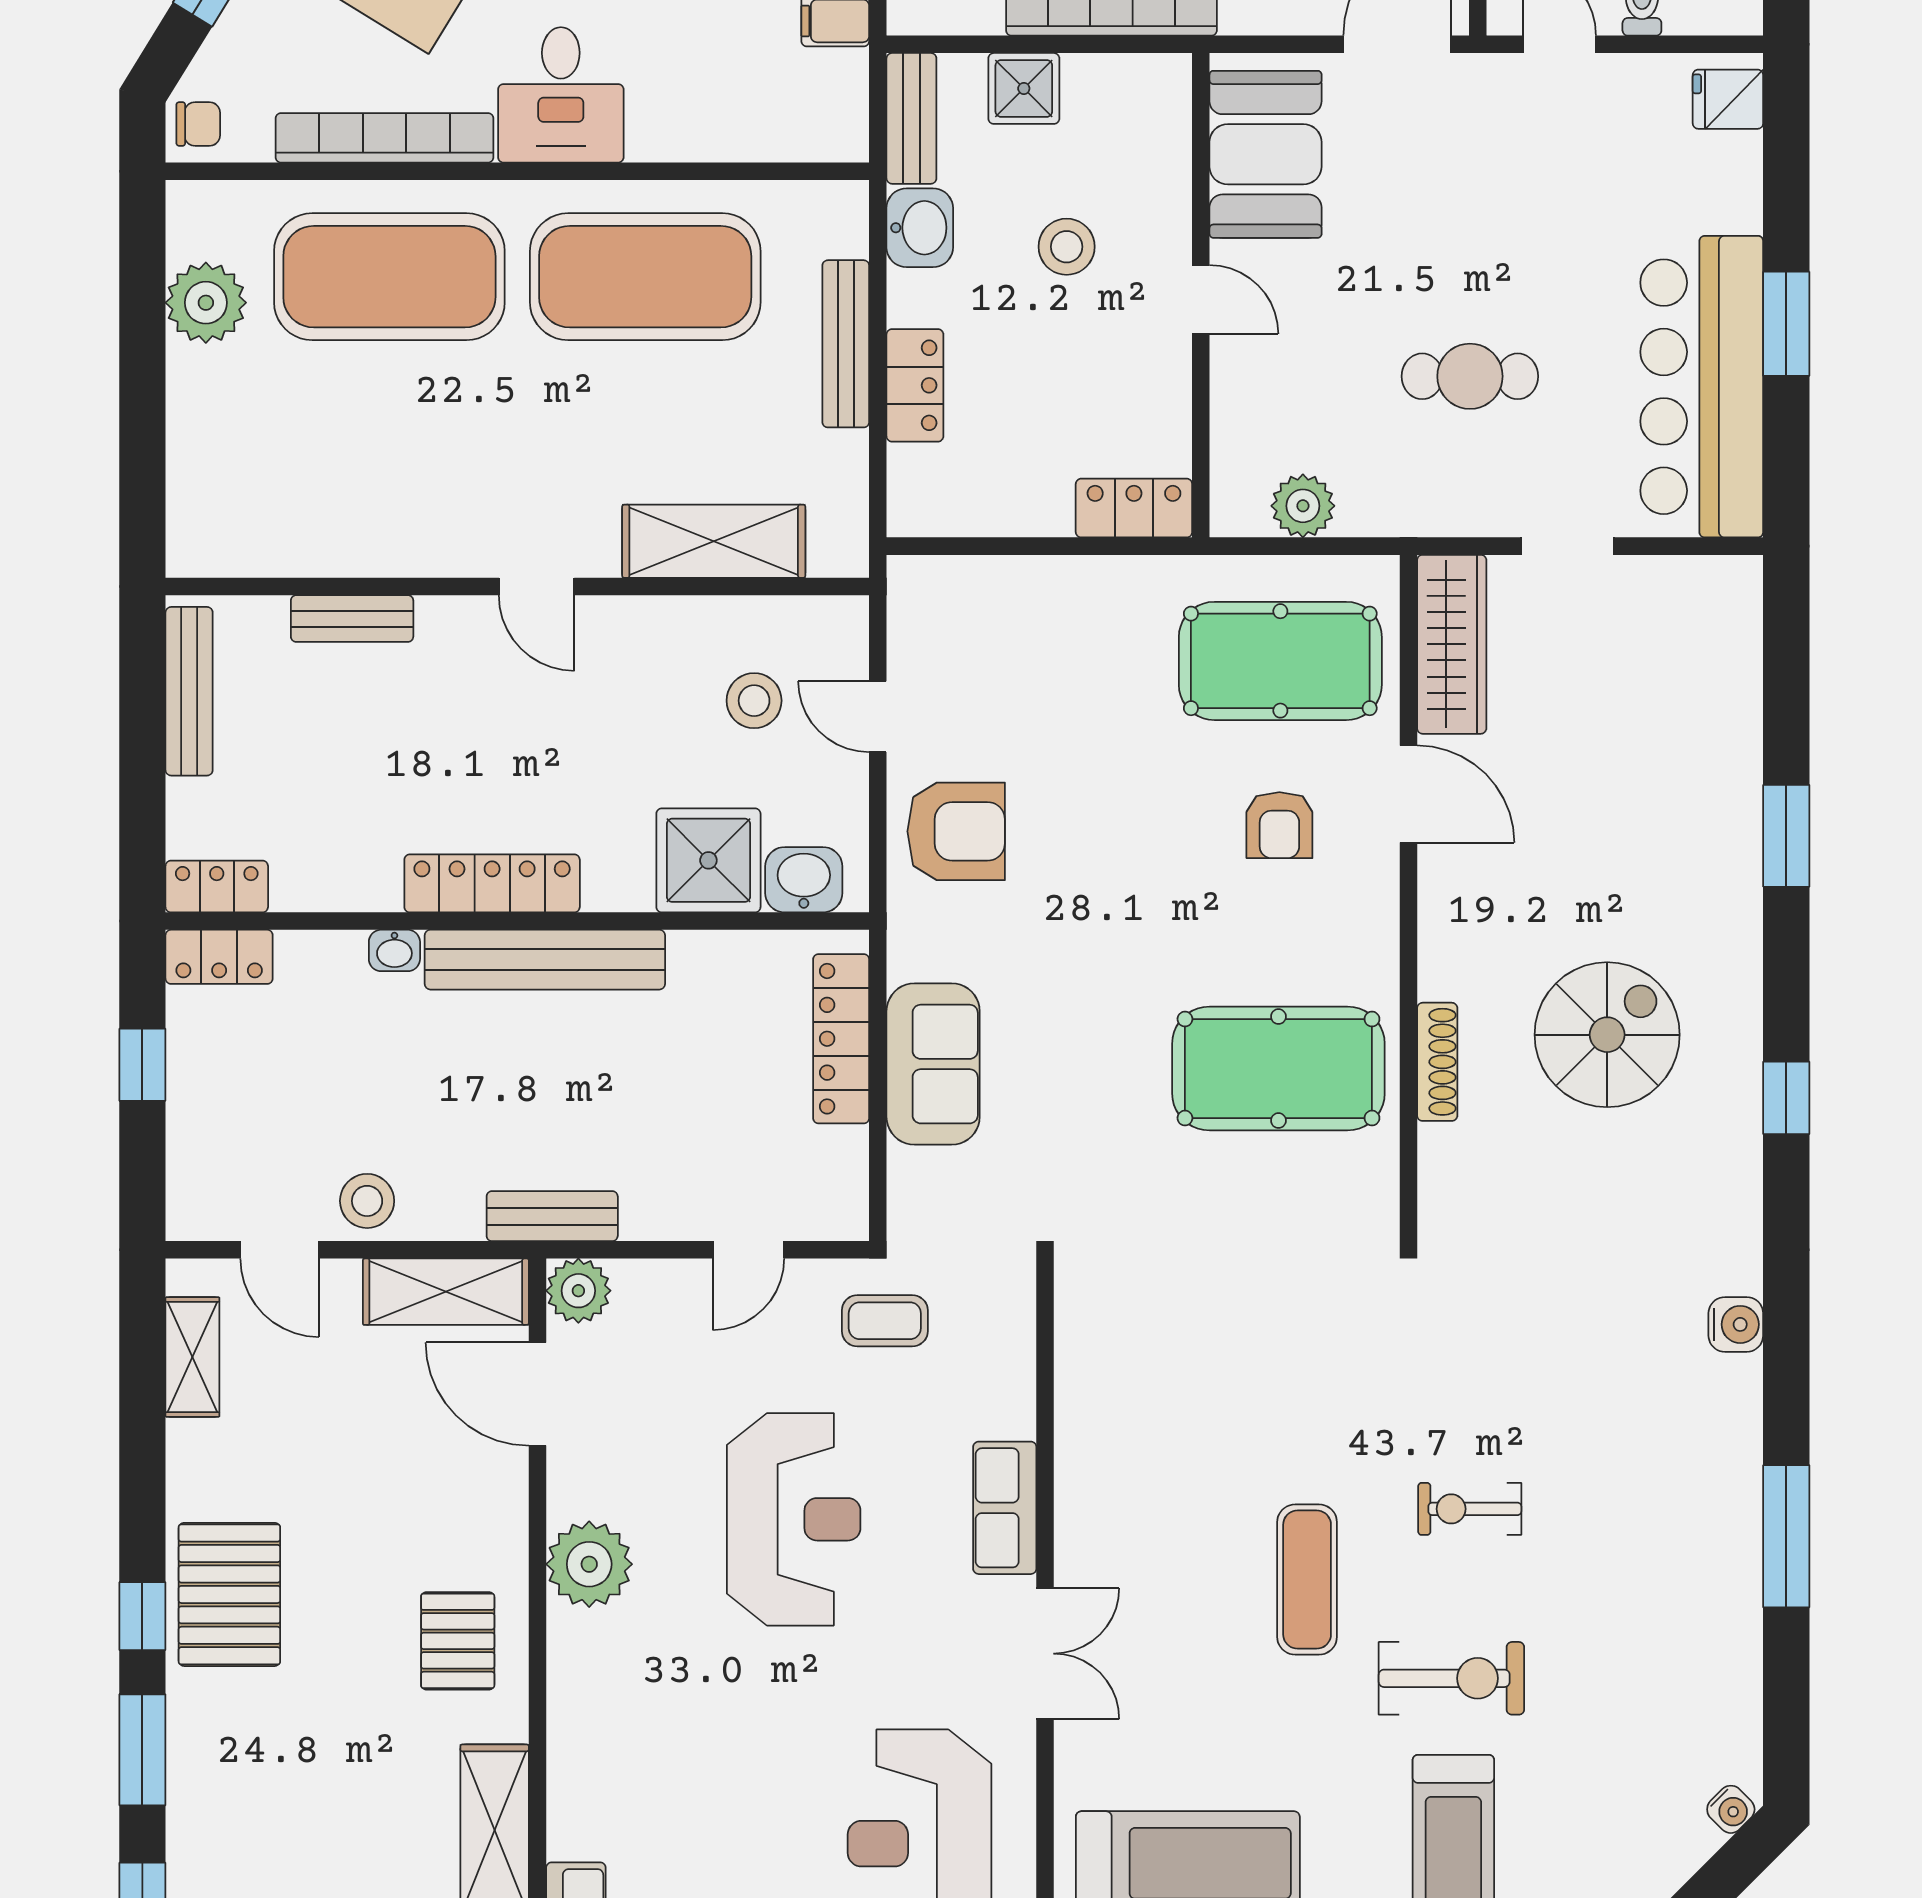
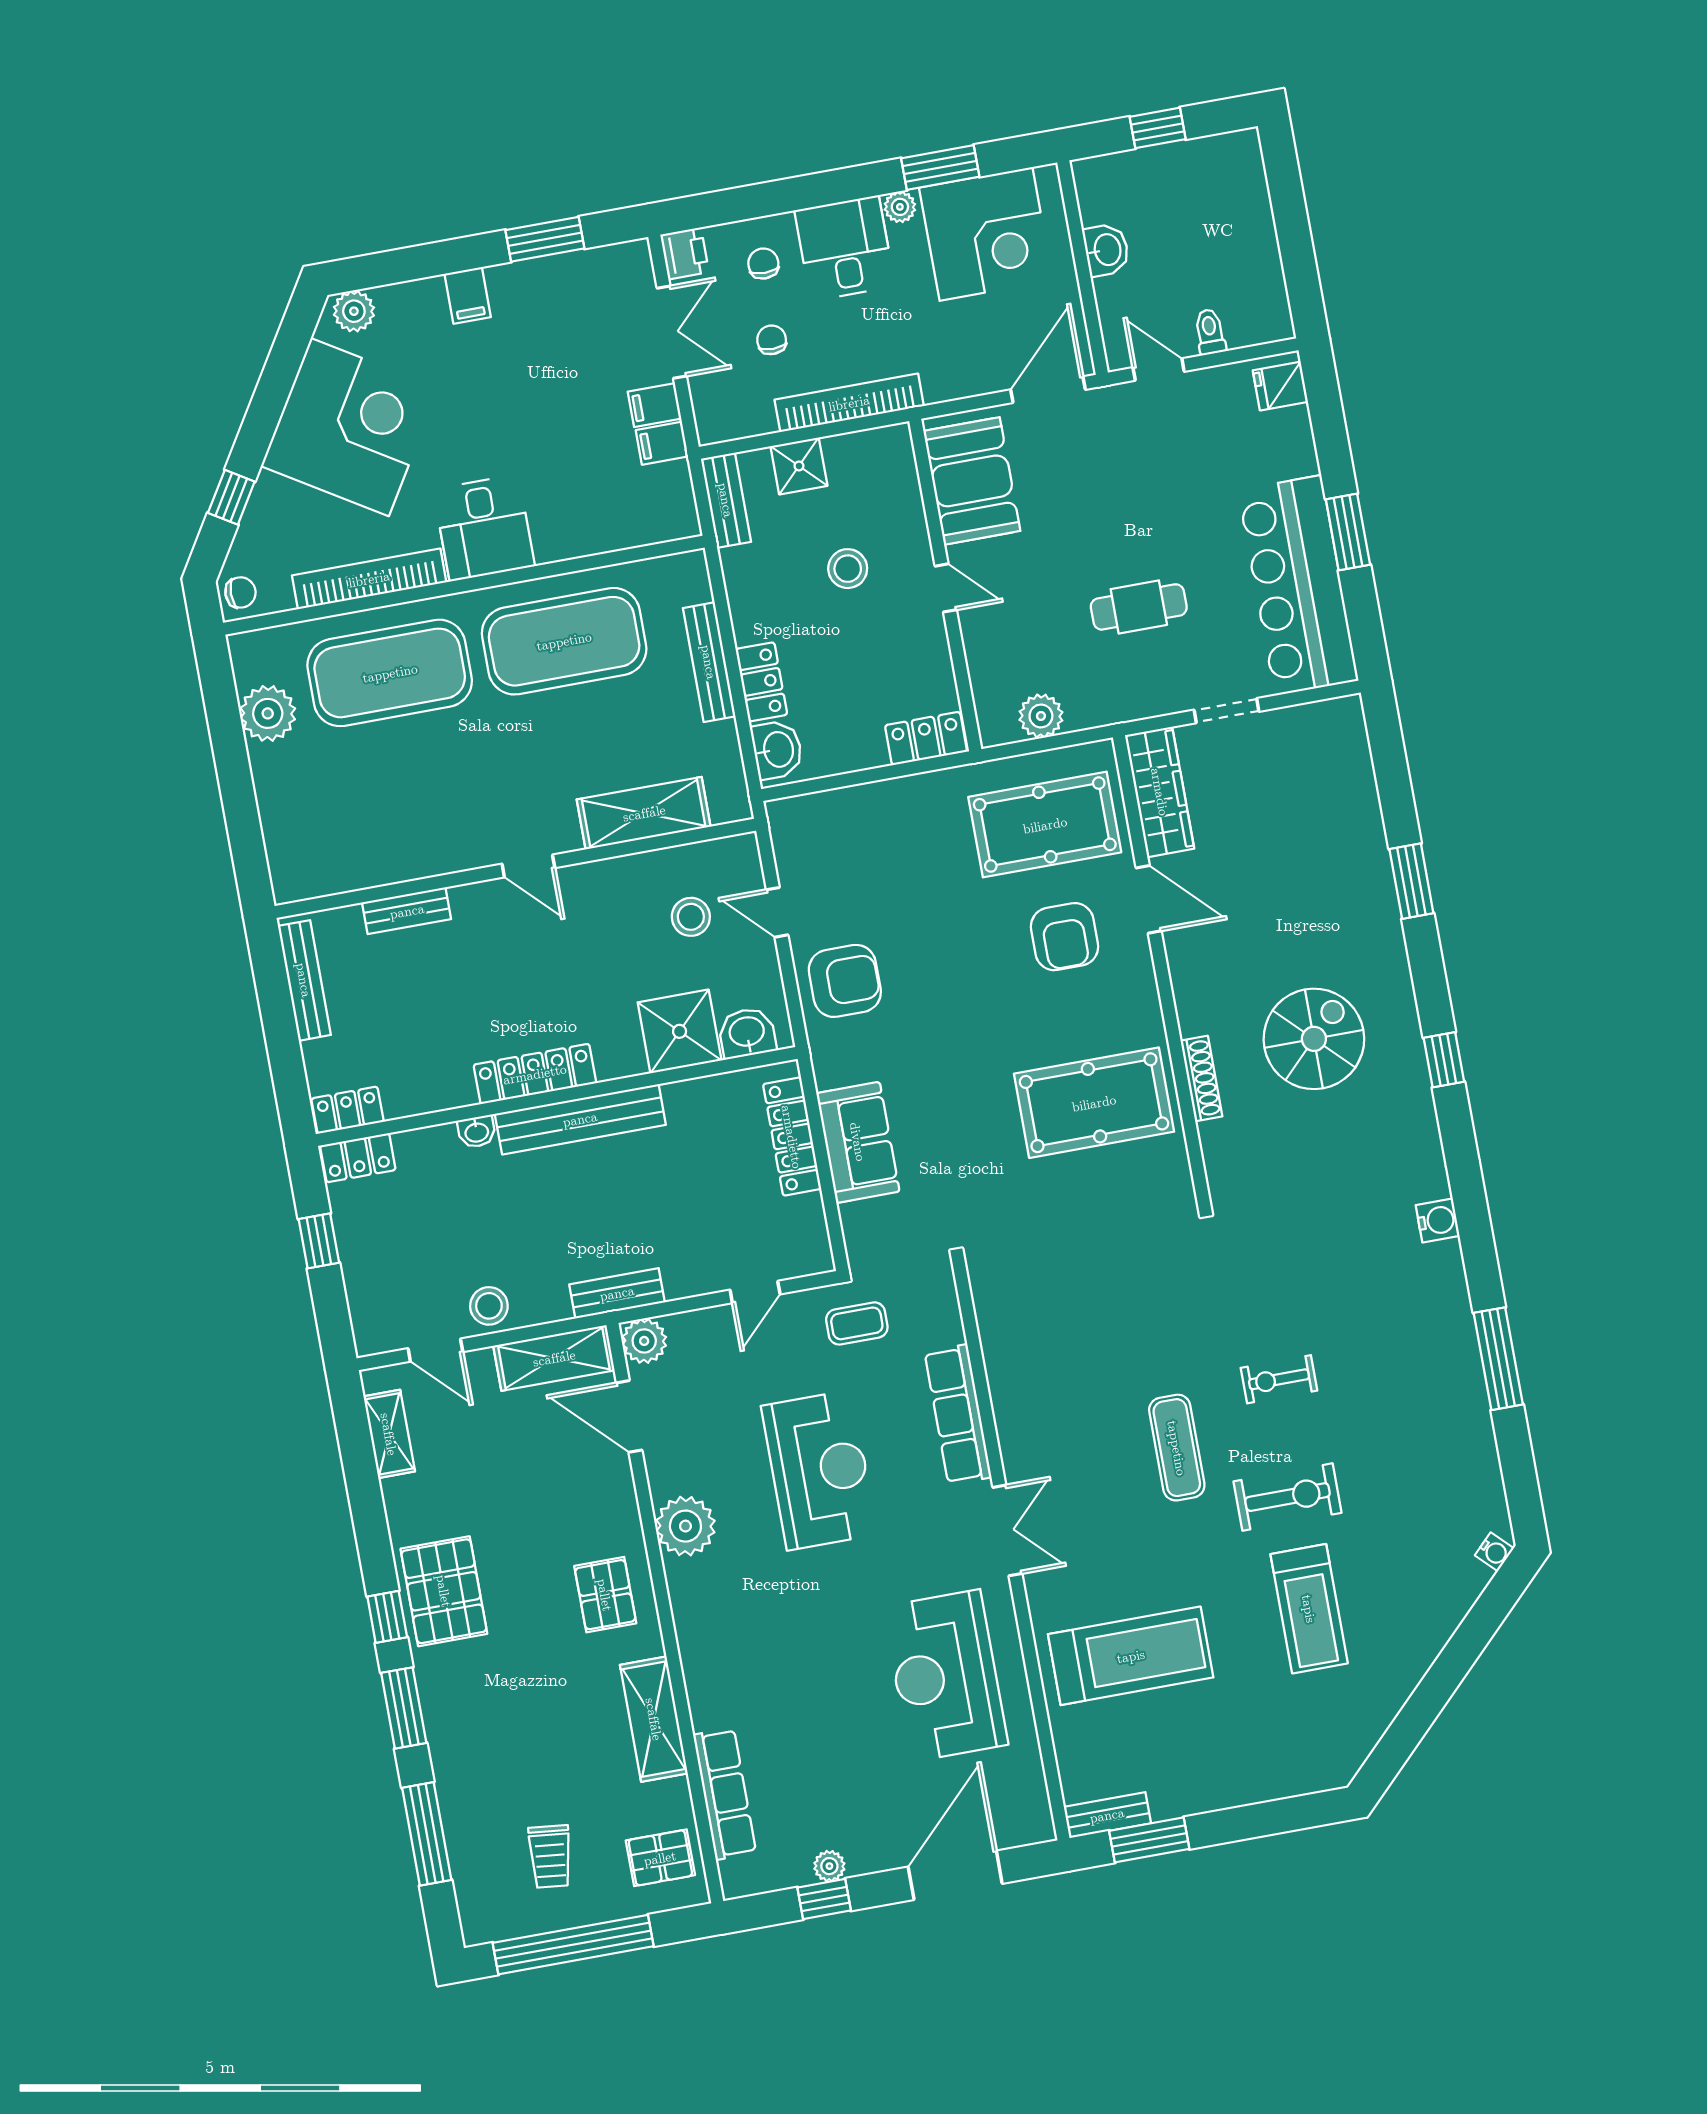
washbasin: (920, 228) -> (777, 750), moved
armchair: (1279, 825) -> (1065, 937), width x1.38, depth x1.38
row of seats: (1005, 1508) -> (958, 1415), width x1.48

